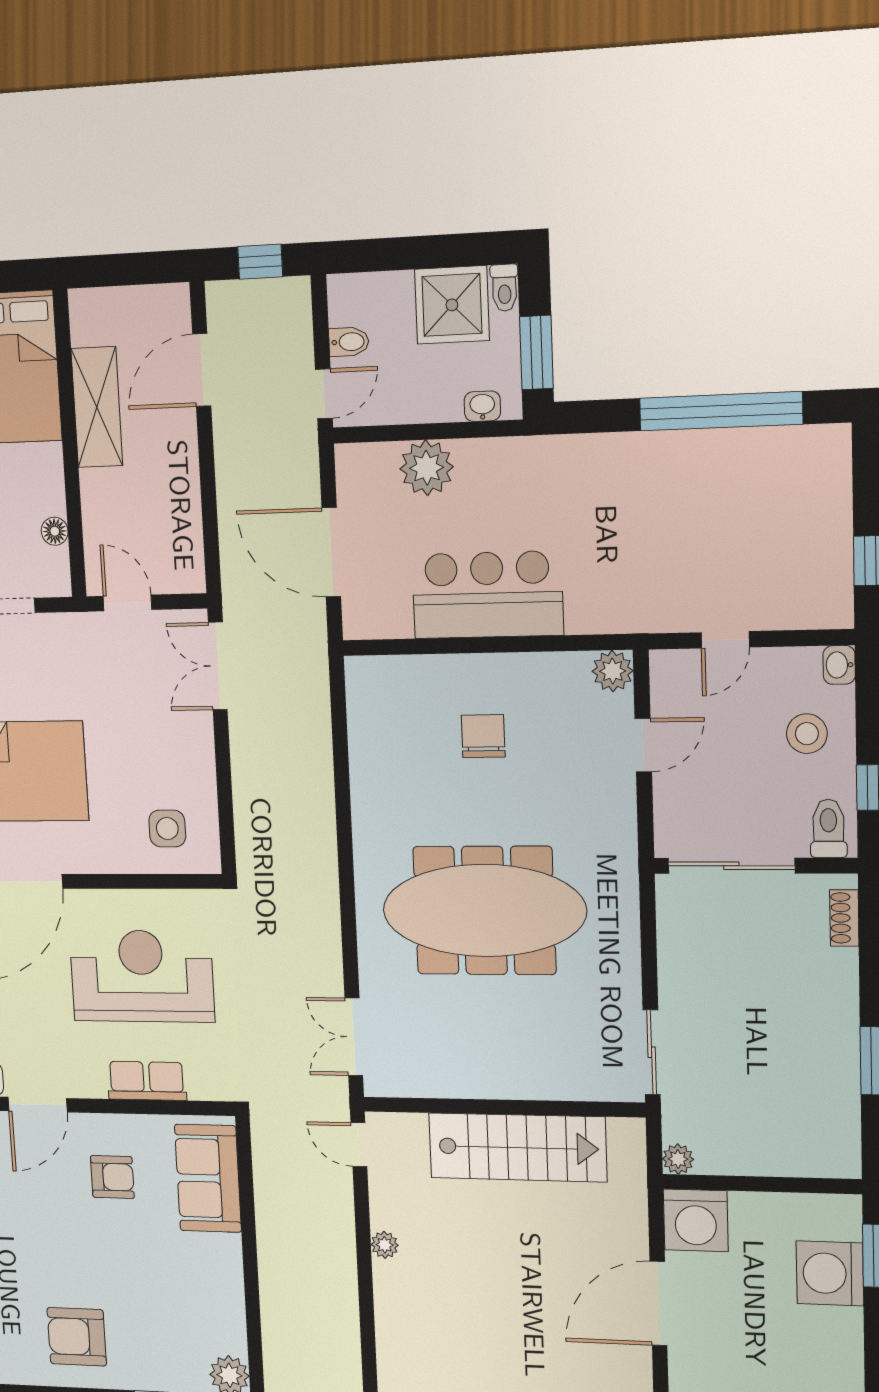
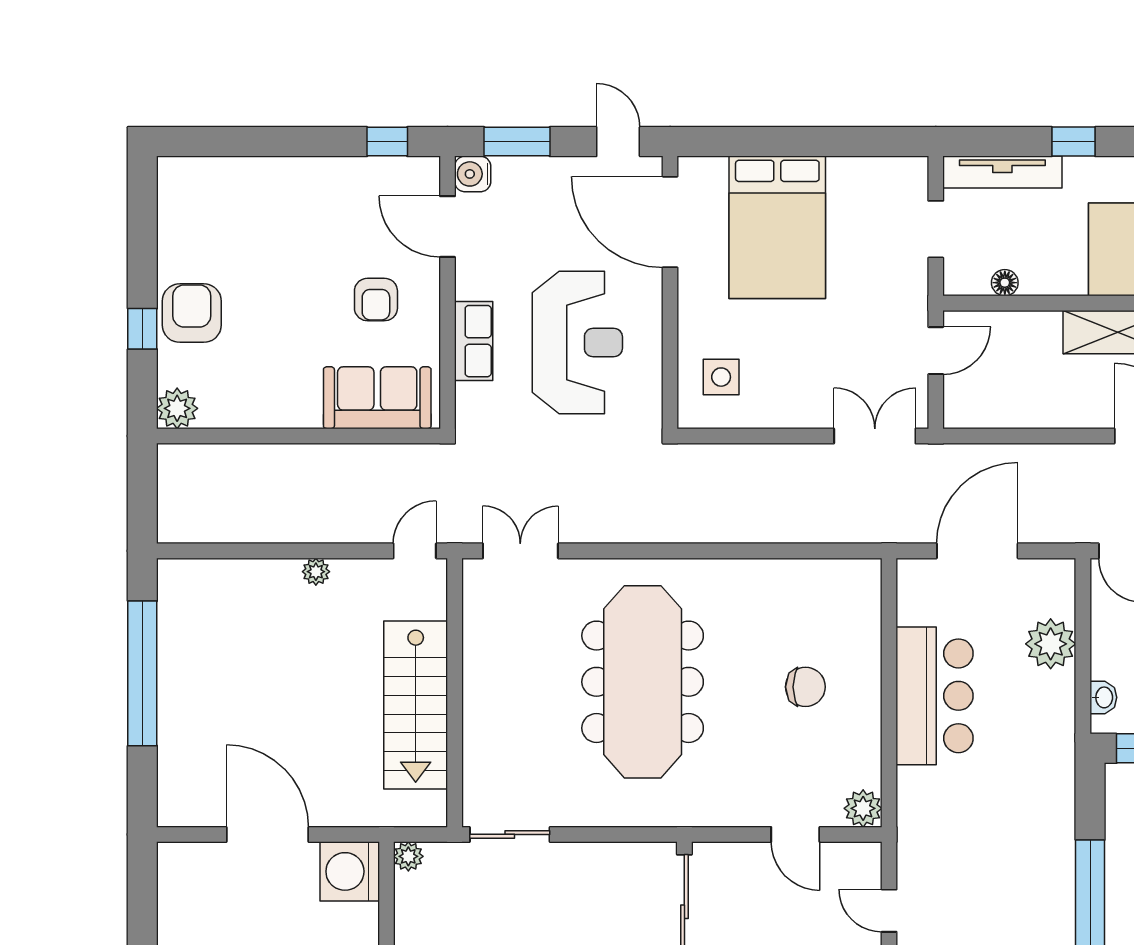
armchair: (77, 1337) -> (192, 313), moved

